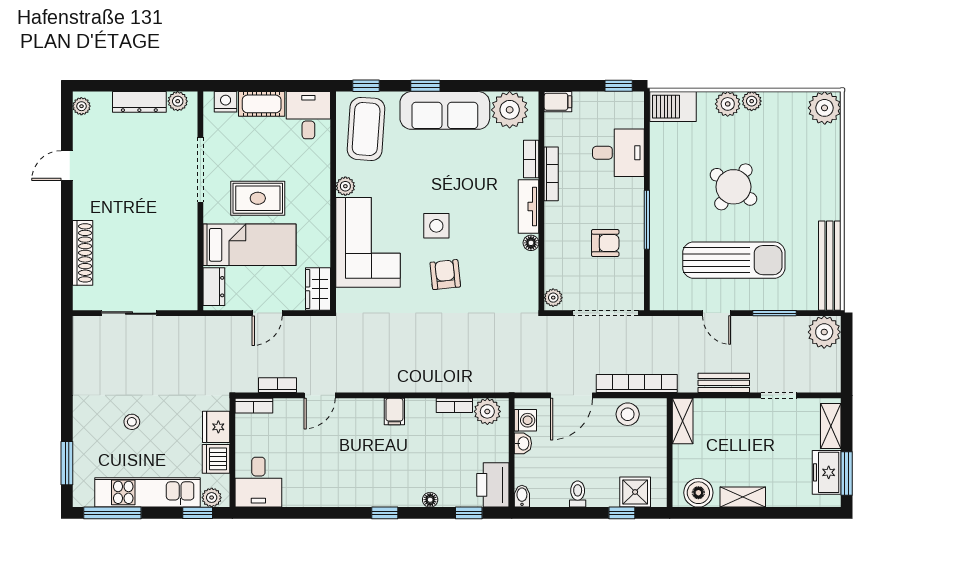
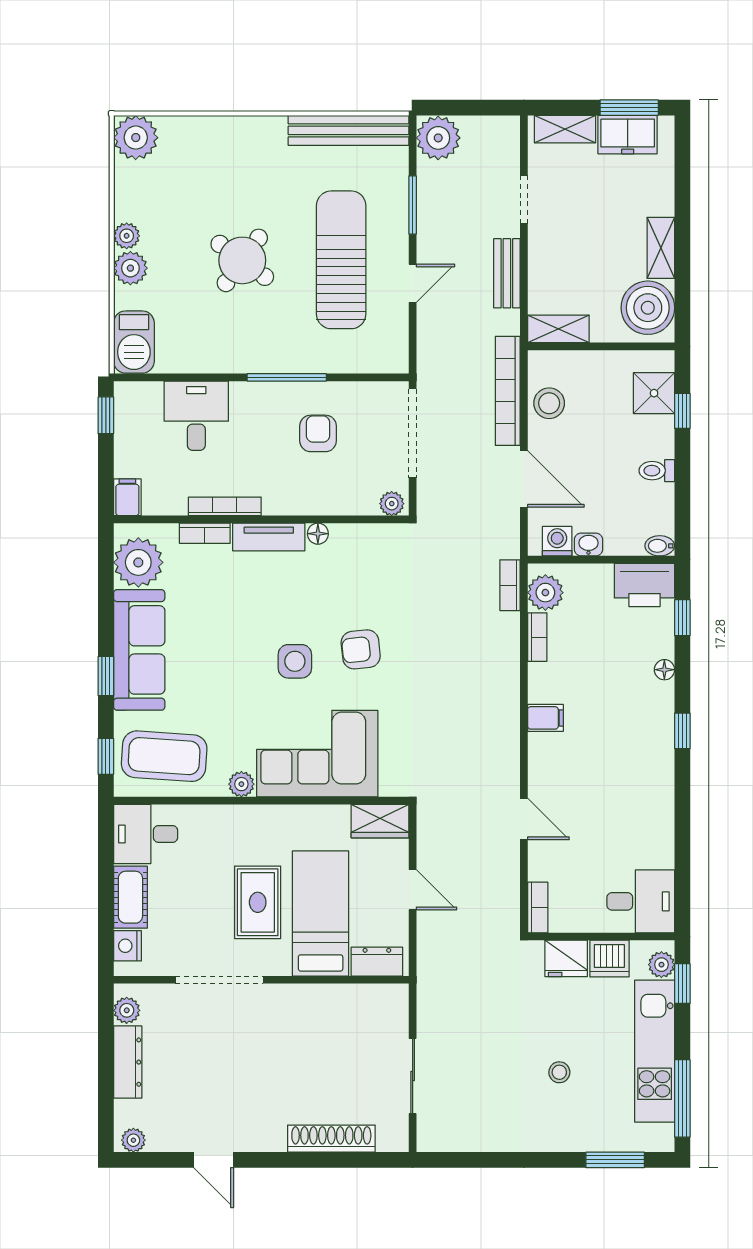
bookcase: (277, 385) -> (510, 585), moved
boiler: (698, 493) -> (648, 308), width x1.37, depth x1.37

